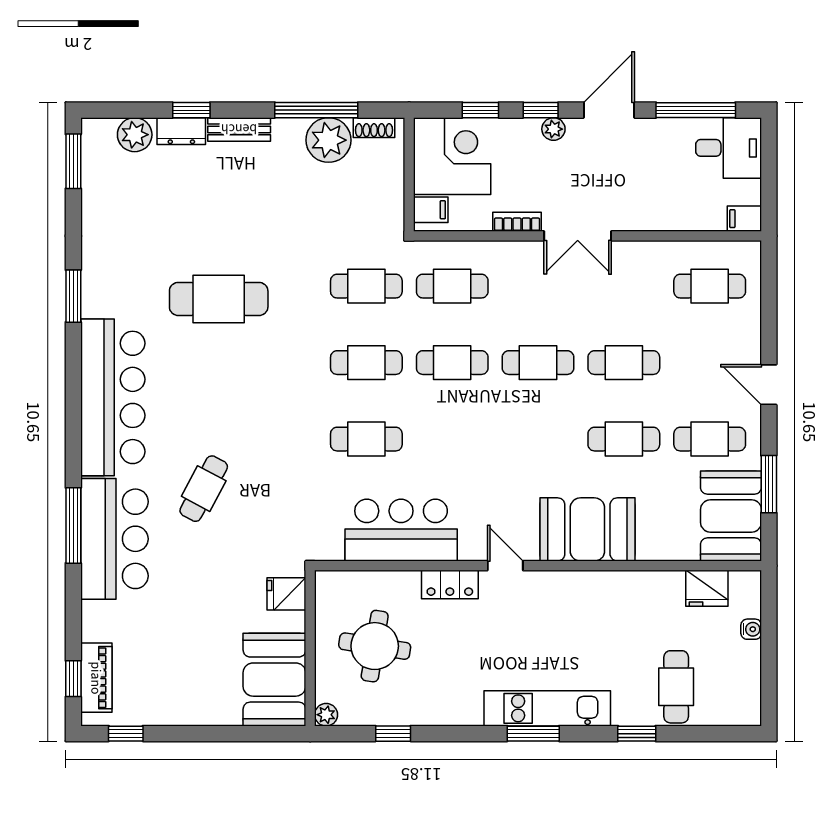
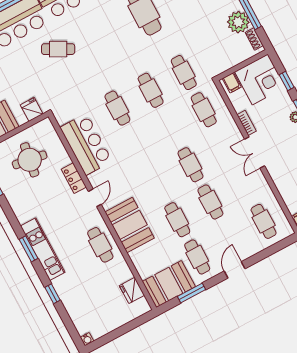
cafe table: (452, 363) -> (171, 128), removed
water cooler: (751, 629) -> (87, 339), moved
cafe table: (676, 687) -> (100, 245), moved, turned 90

